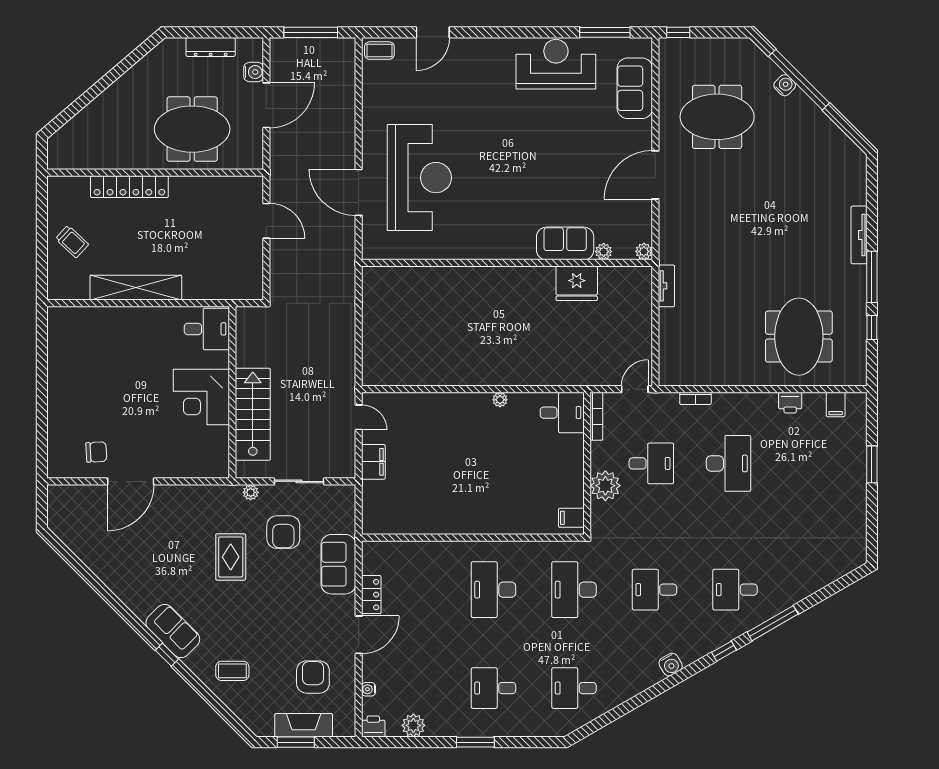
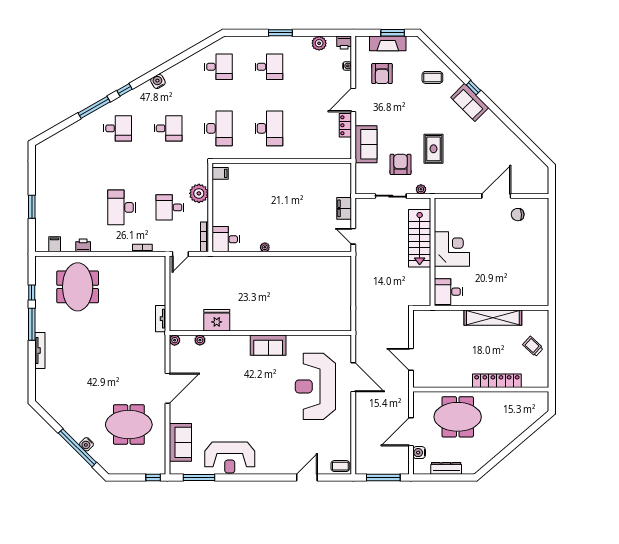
sofa: (565, 243) -> (268, 345), moved

